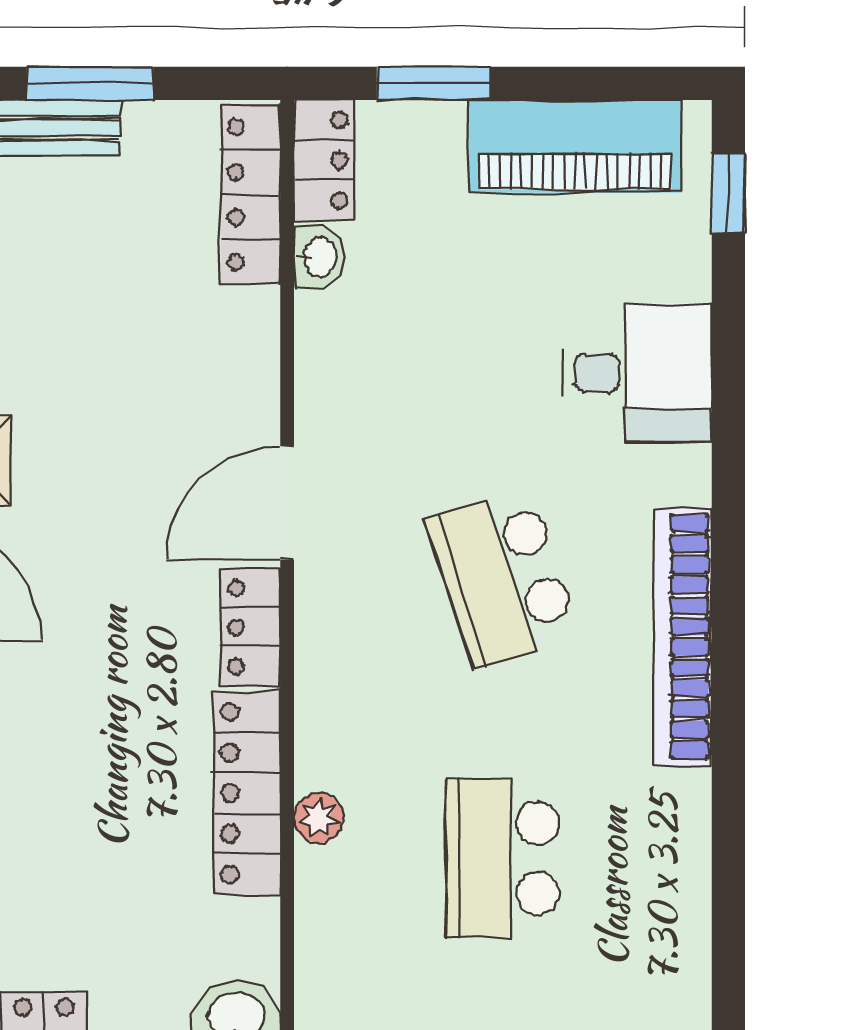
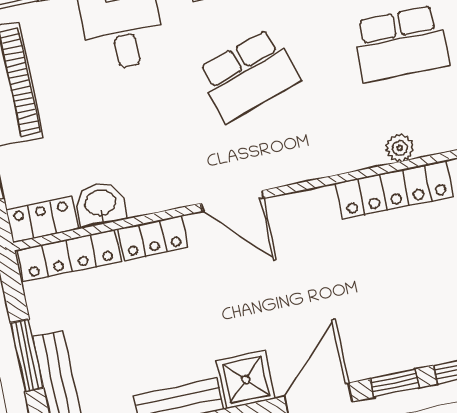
washbasin: (319, 257) -> (100, 204), width x1.38, depth x1.45
locker: (251, 627) -> (153, 238), moved

